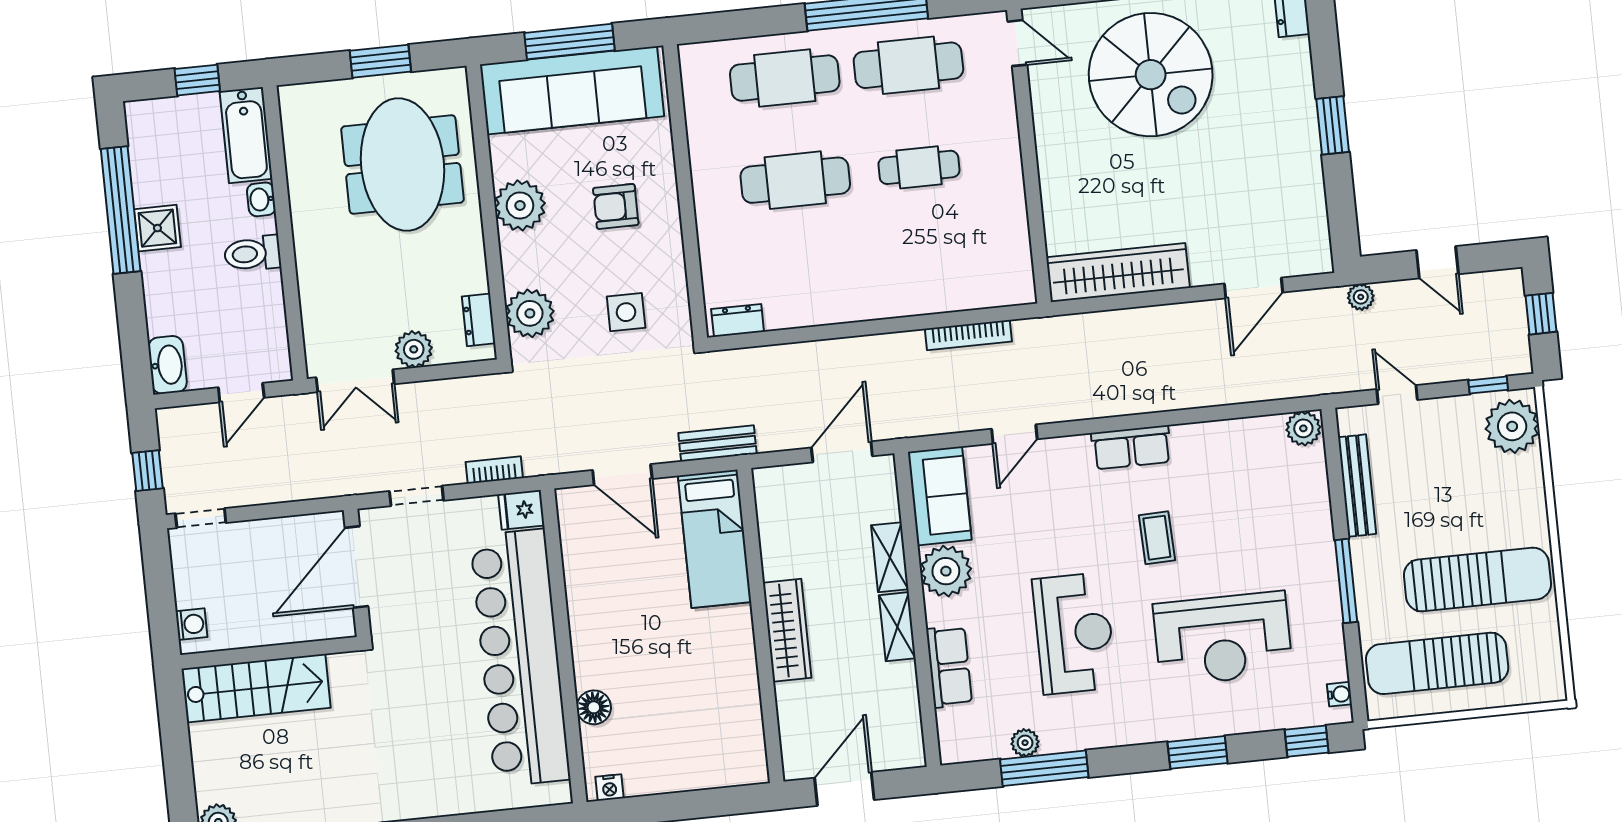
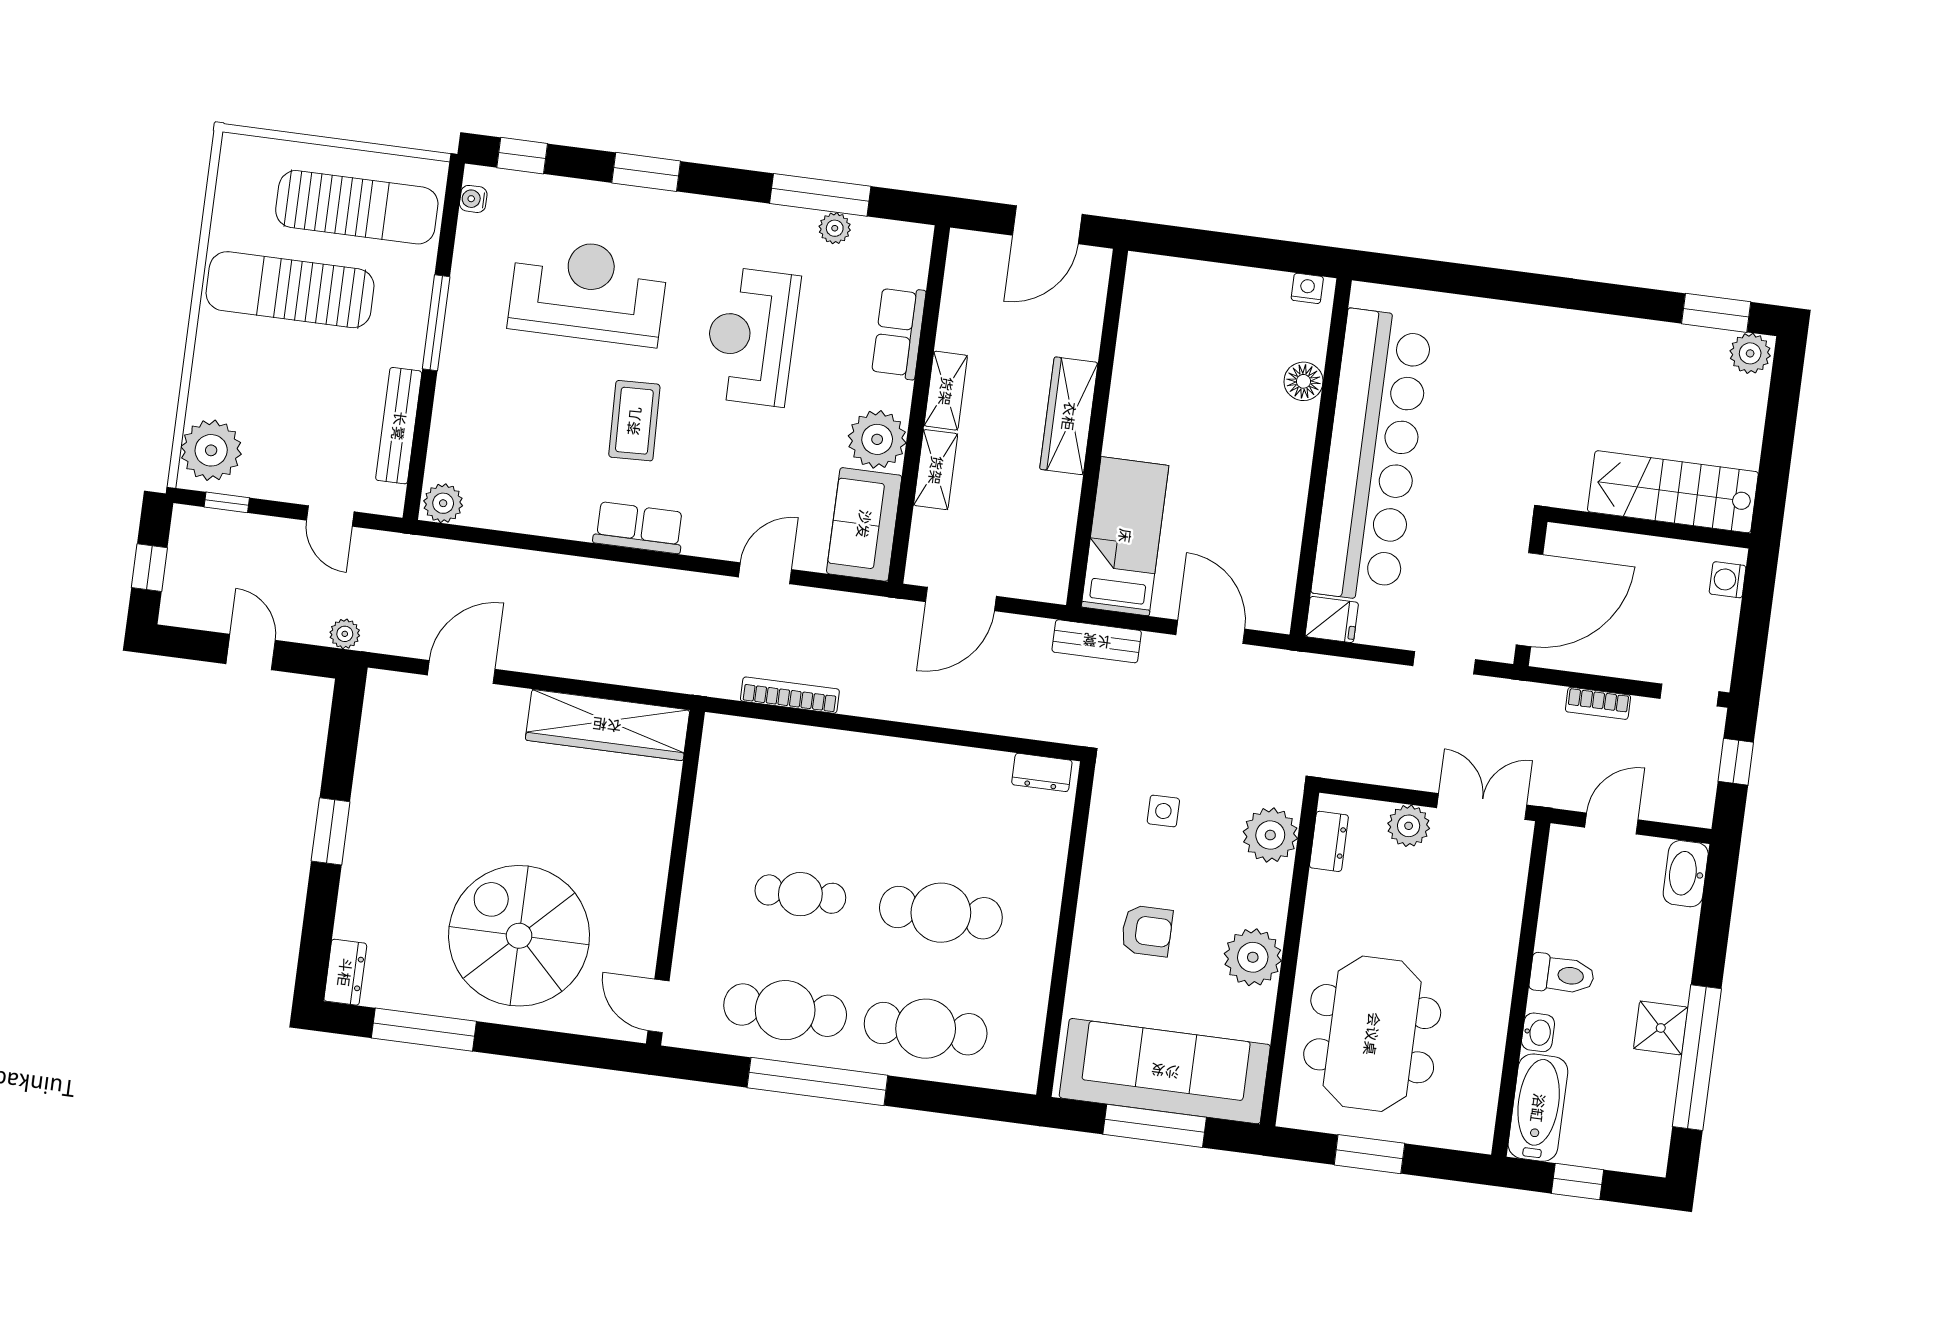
side table: (626, 312) -> (1163, 811), width x0.73, depth x0.73
bookcase: (494, 470) -> (1598, 703), moved
coffee table: (1157, 538) -> (634, 421), width x1.36, depth x1.30

